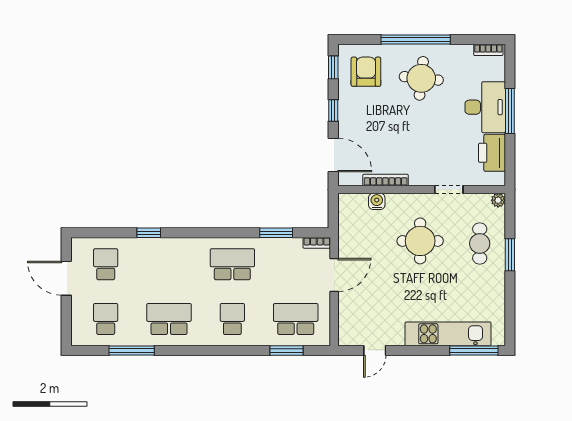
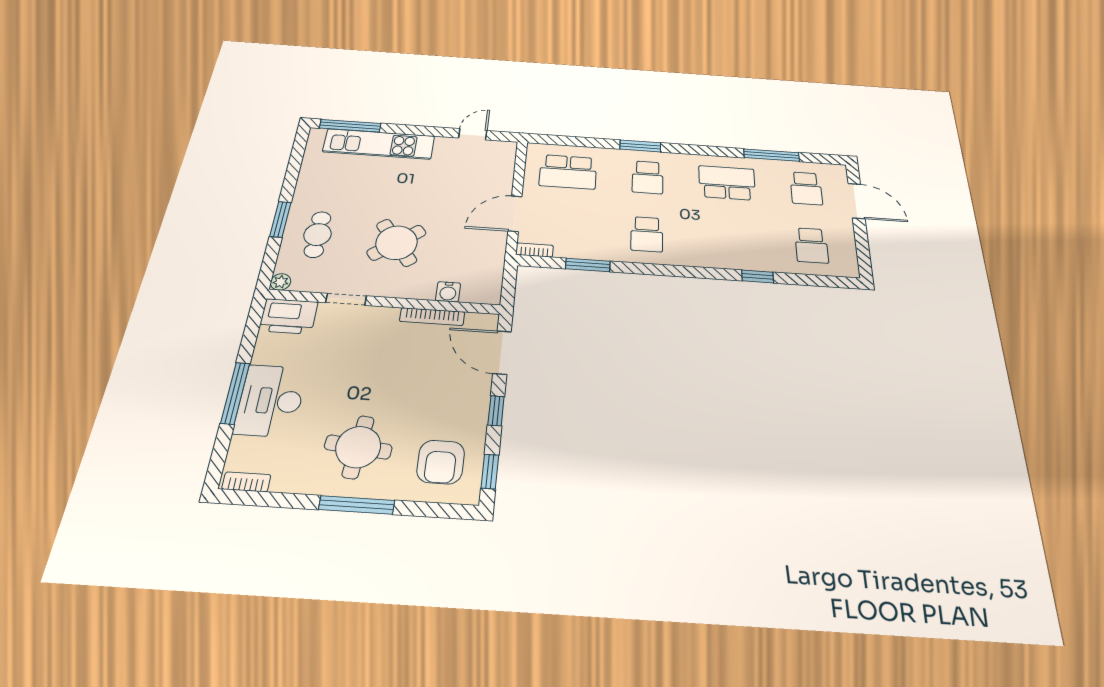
window: (416, 39) -> (357, 505), width x0.68
printer: (492, 153) -> (288, 316), moved, turned 90
round table: (420, 241) -> (397, 243), turned -37
school desk: (232, 264) -> (647, 234), width x0.54
door: (66, 278) -> (856, 201), moved
school desk: (169, 319) -> (727, 183), turned 180
window: (287, 351) -> (640, 146), moved

